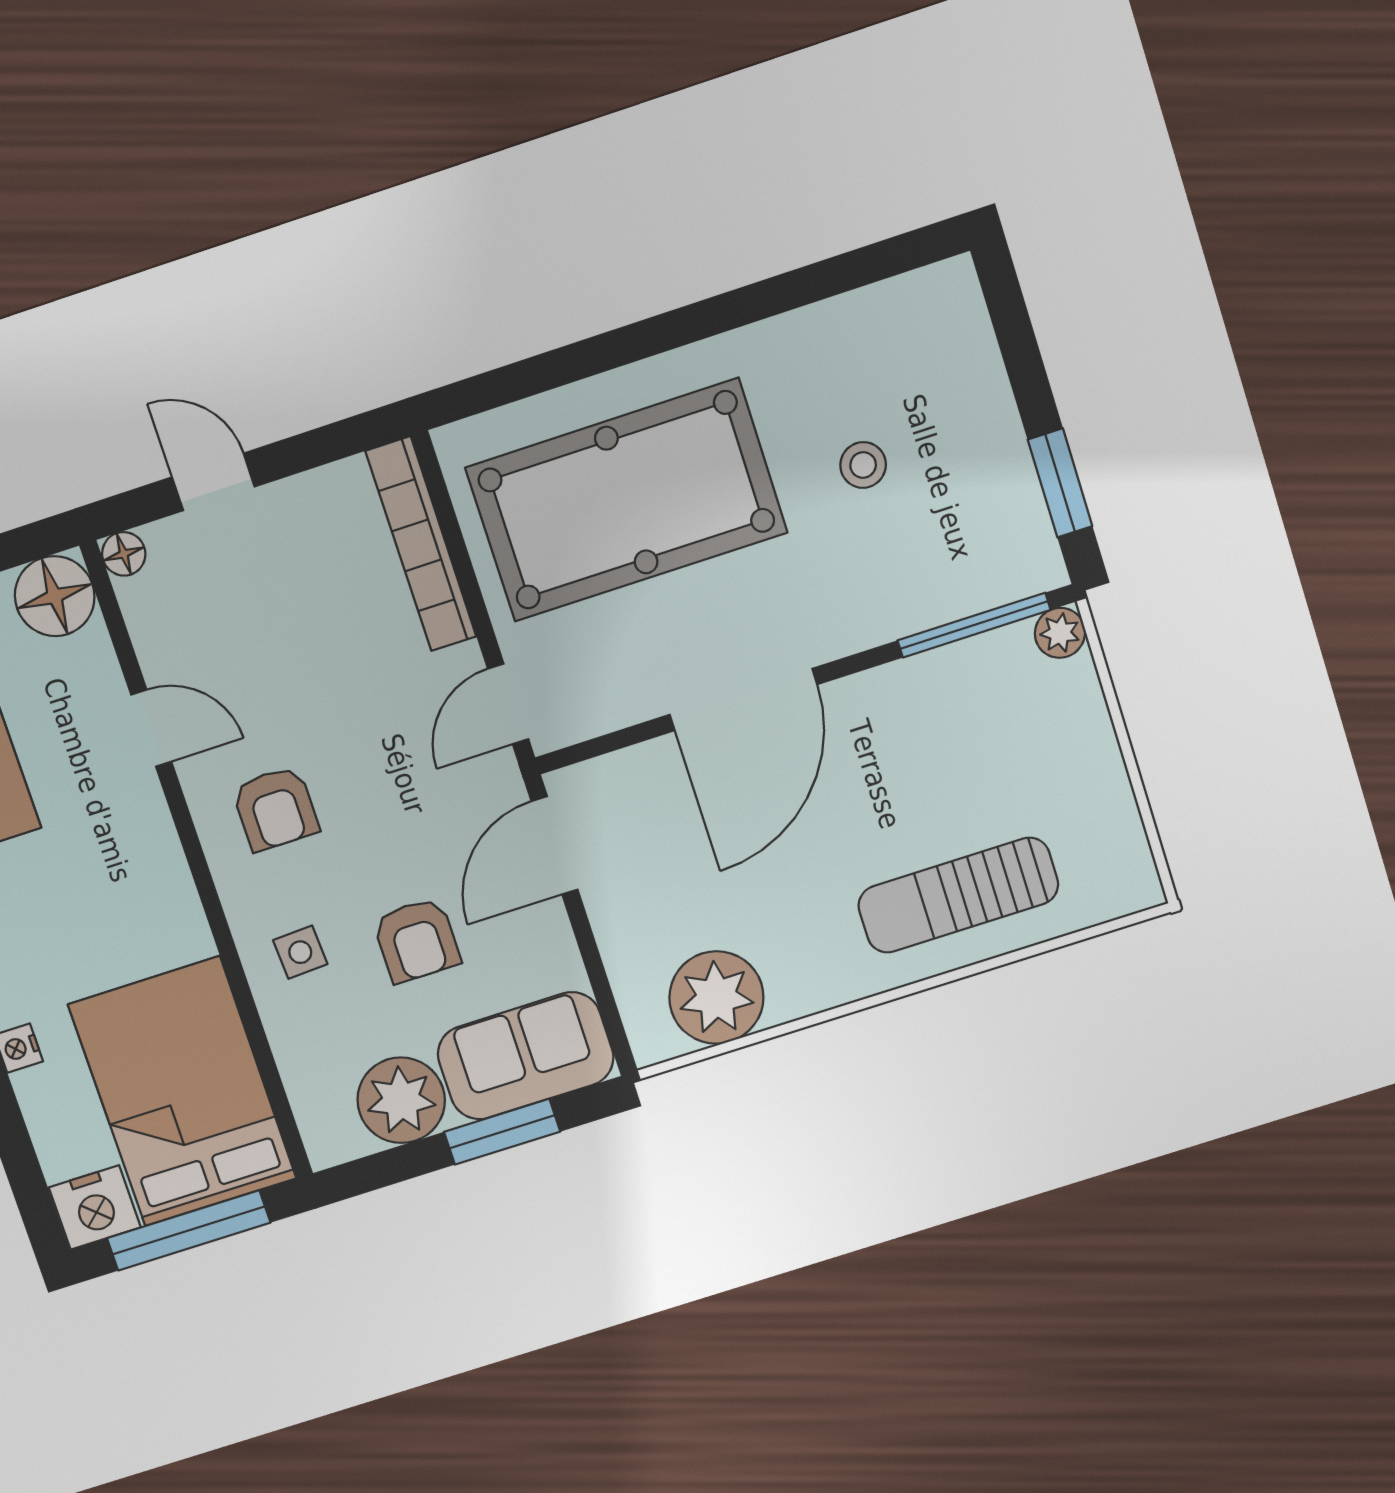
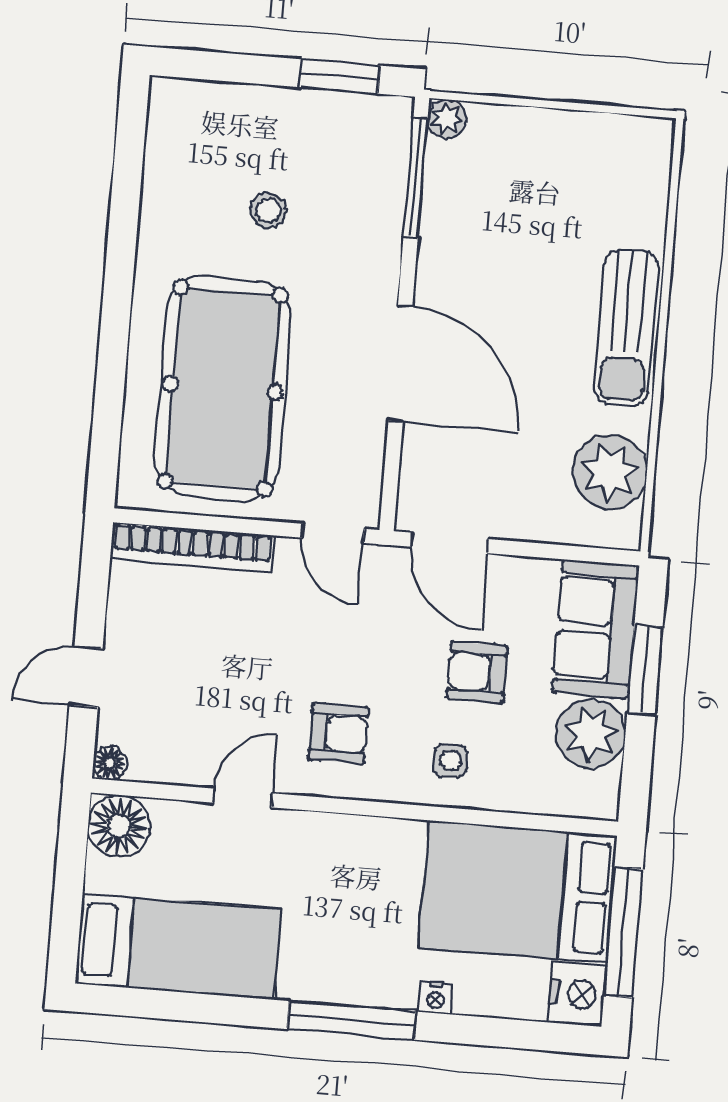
sun lounger: (958, 895) -> (626, 328), moved
armchair: (417, 940) -> (477, 672), turned 180

